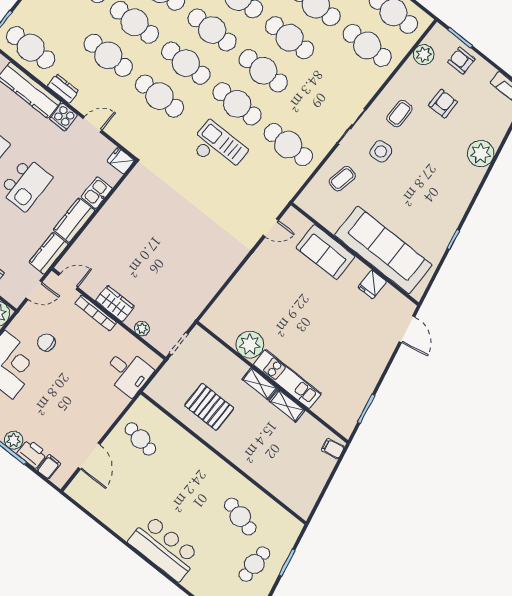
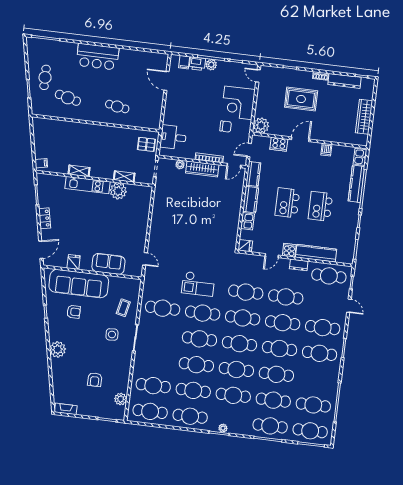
armchair: (461, 61) -> (74, 312), moved
coffee table: (400, 114) -> (114, 360), removed
plant: (481, 154) -> (58, 349), moved
door: (271, 228) -> (145, 259), swing flipped
wardrobe: (115, 304) -> (202, 169), width x1.50
door: (407, 329) -> (41, 250), swing flipped
locker: (375, 370) -> (45, 218), added
shelving: (260, 384) -> (124, 176), moved
pallet: (209, 407) -> (146, 144), moved, width x0.67, depth x0.71
cafe table: (140, 439) -> (117, 106), moved

